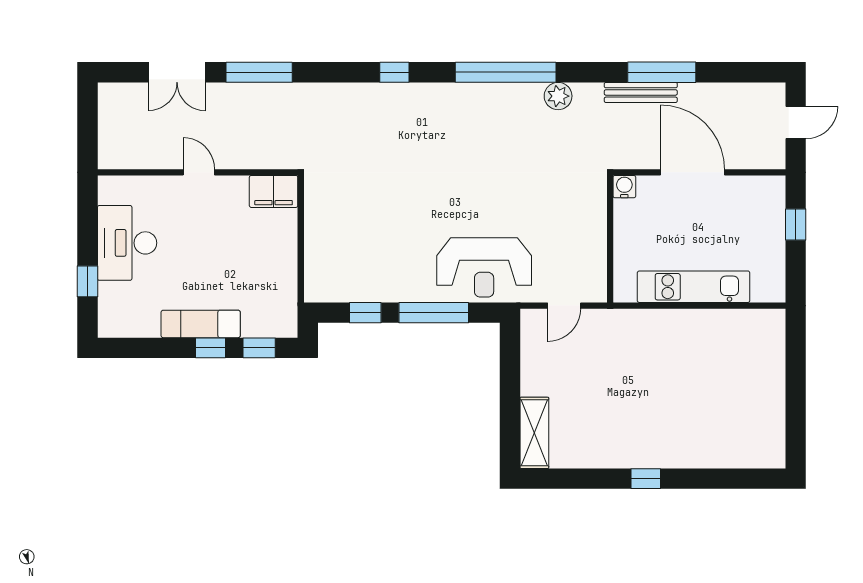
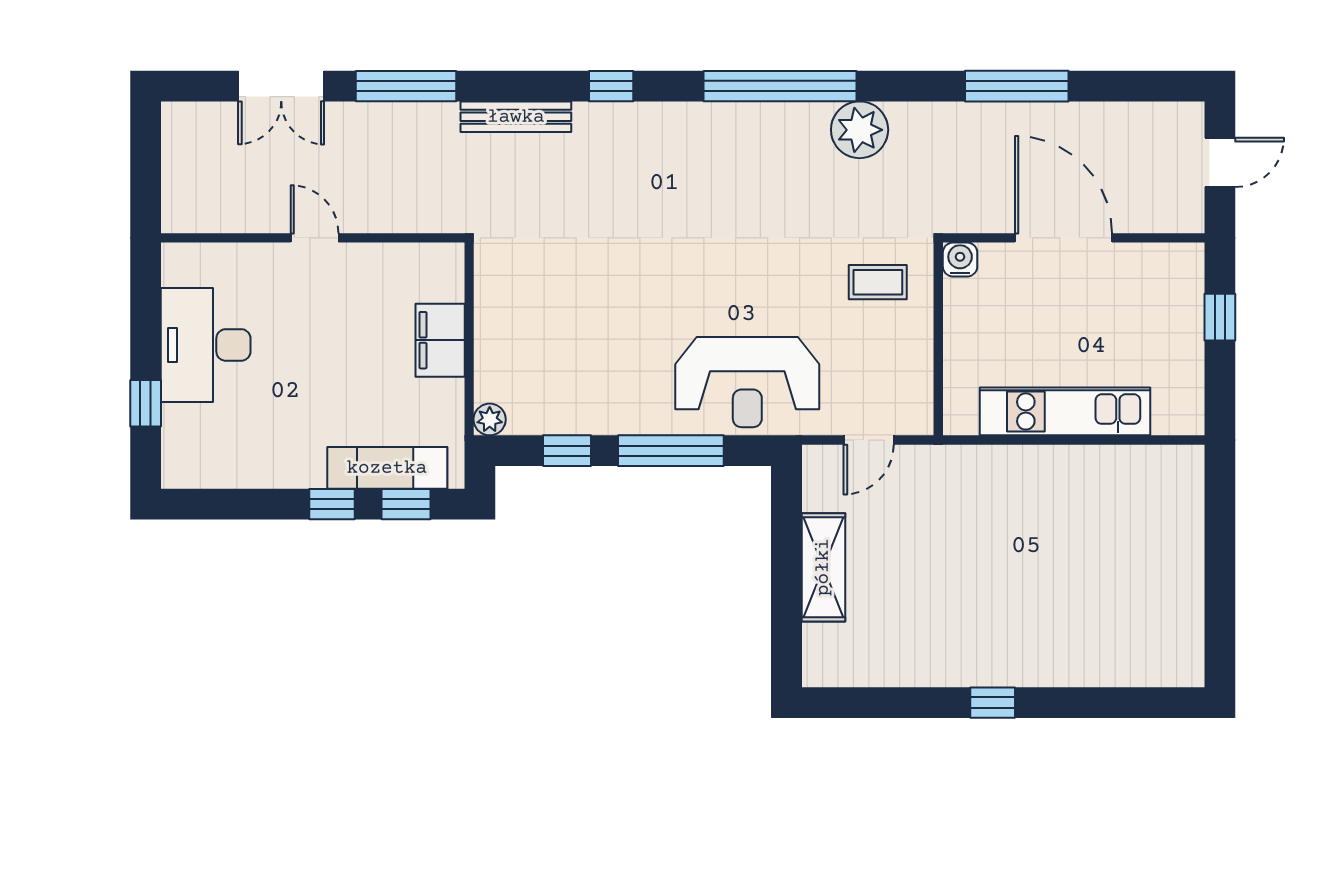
bench: (641, 92) -> (516, 117), moved
plant: (558, 96) -> (860, 130), width x1.36, depth x1.36
filing cabinet: (274, 191) -> (440, 340), moved, turned 90
coffee table: (570, 202) -> (878, 282), added
plant: (314, 292) -> (490, 419), added
exam couch: (201, 324) -> (387, 468), moved
shelving: (534, 433) -> (823, 567), moved

